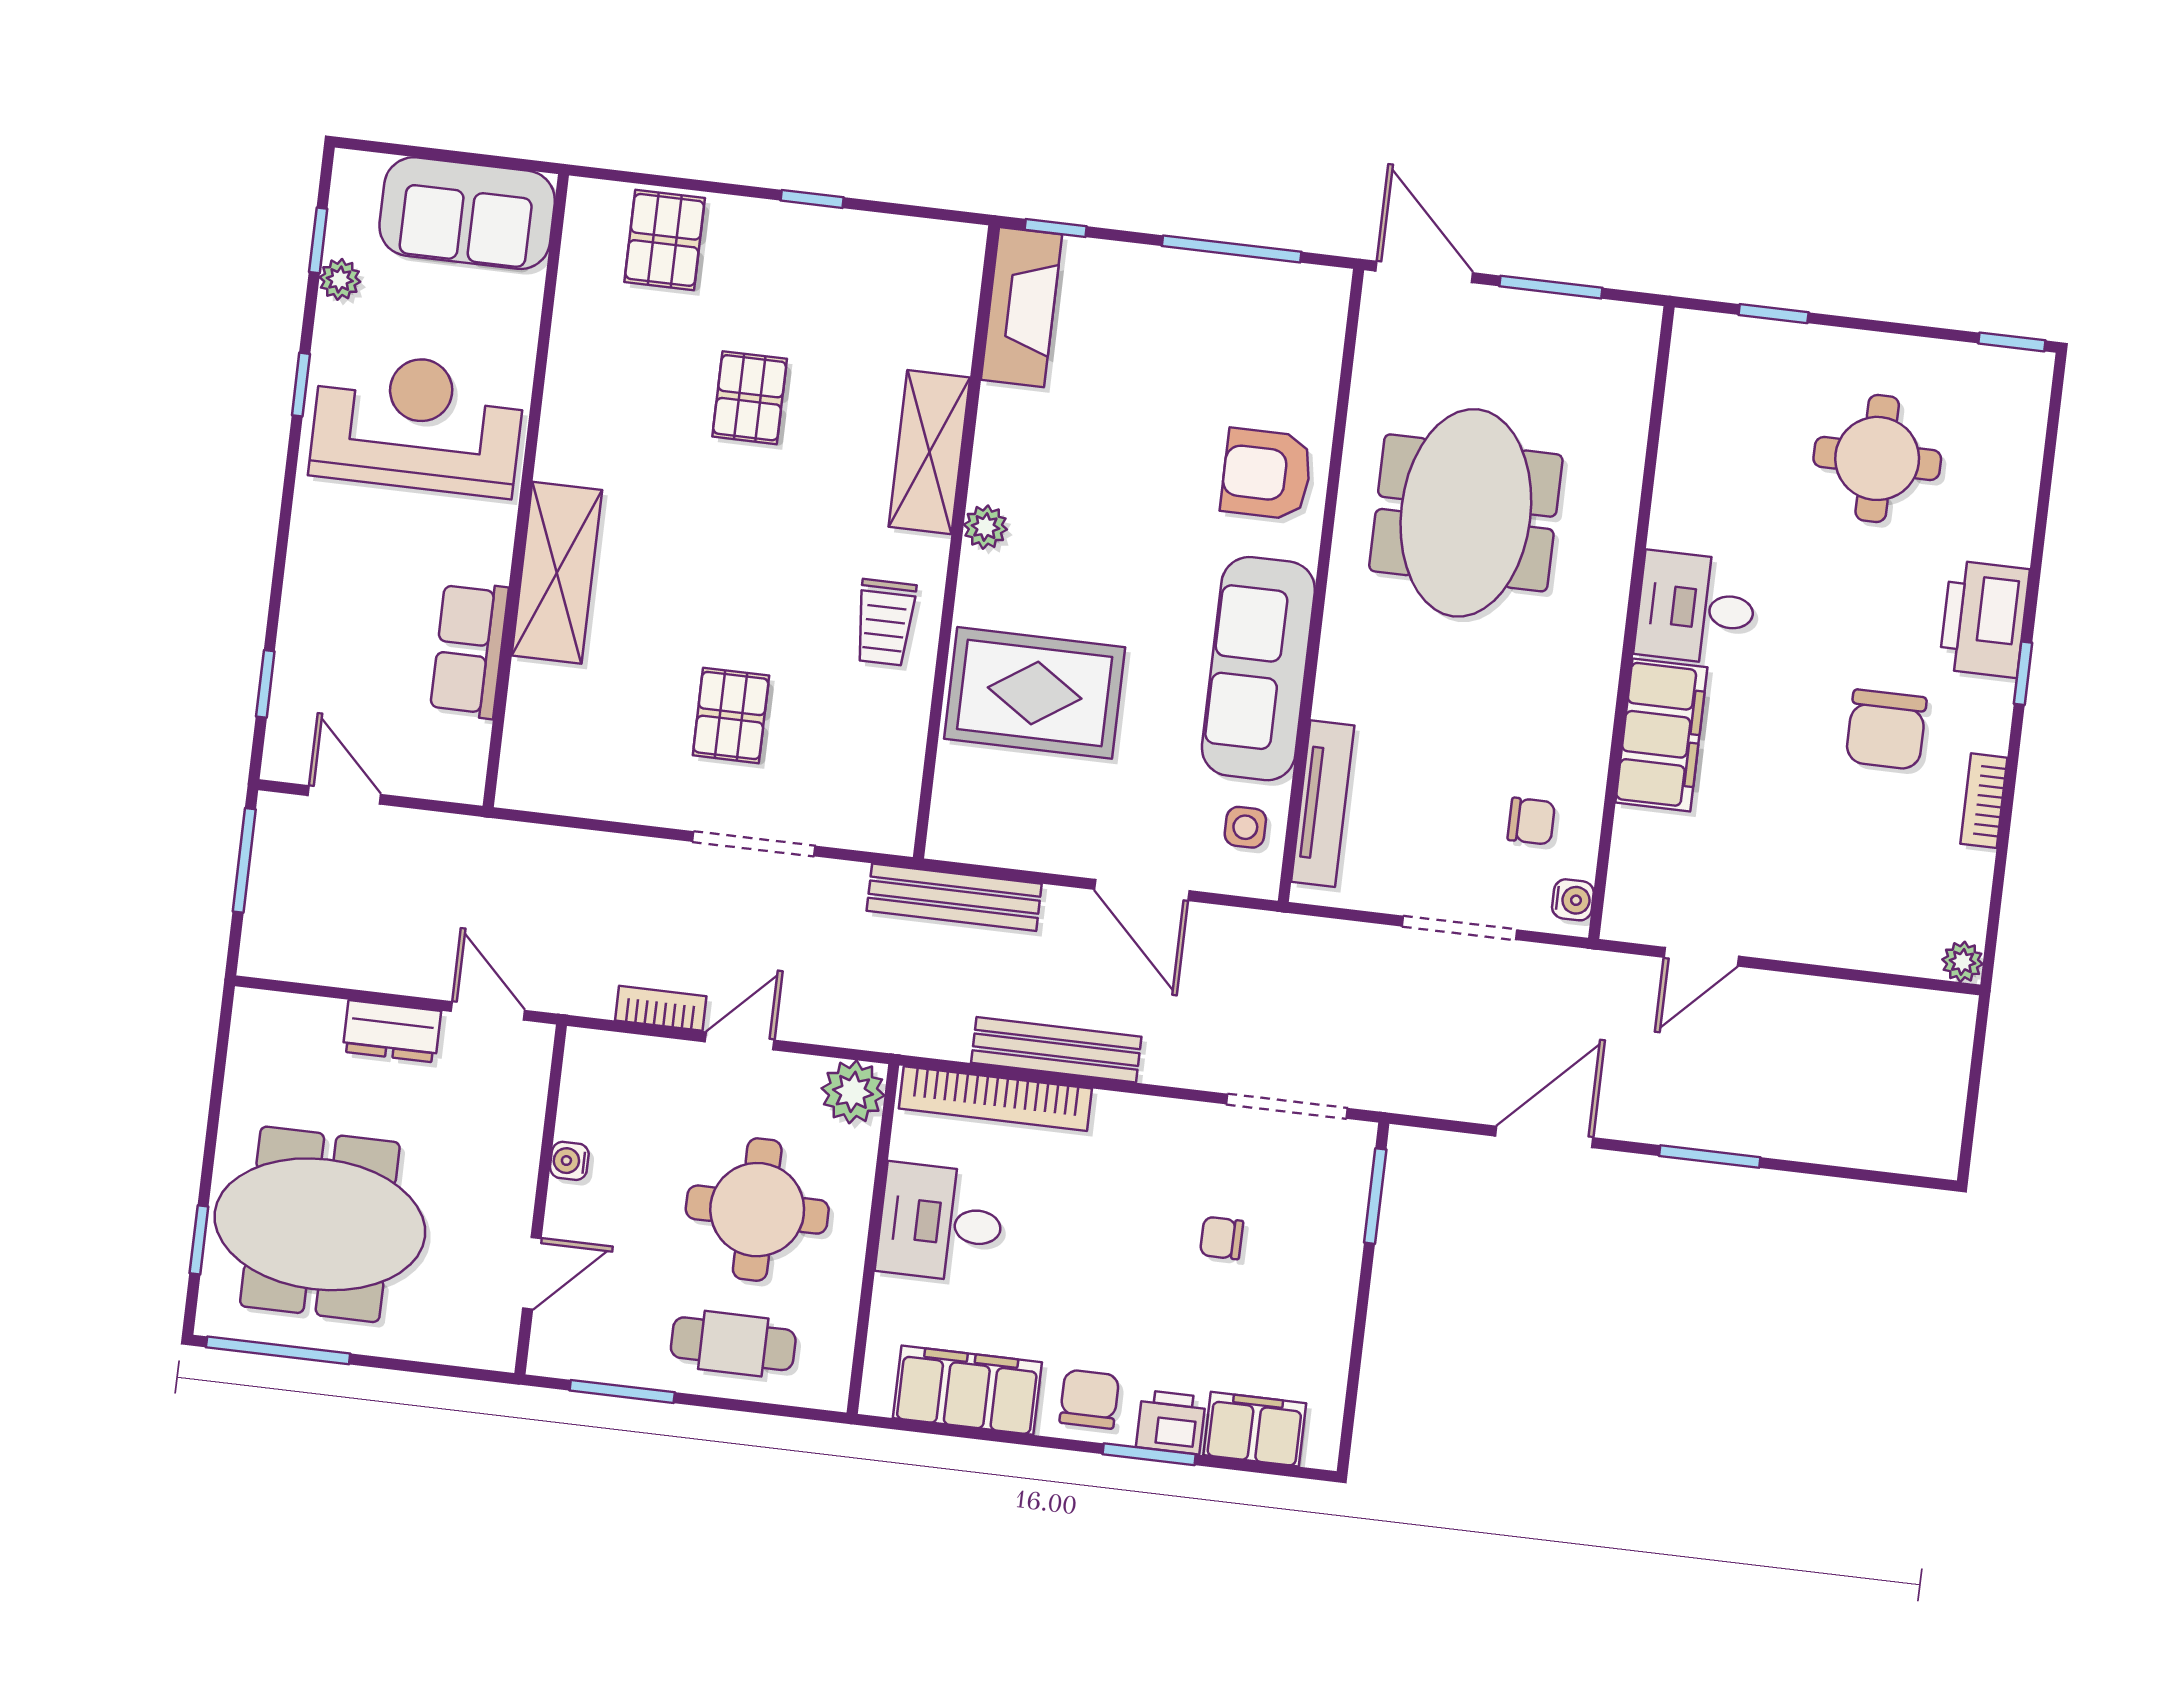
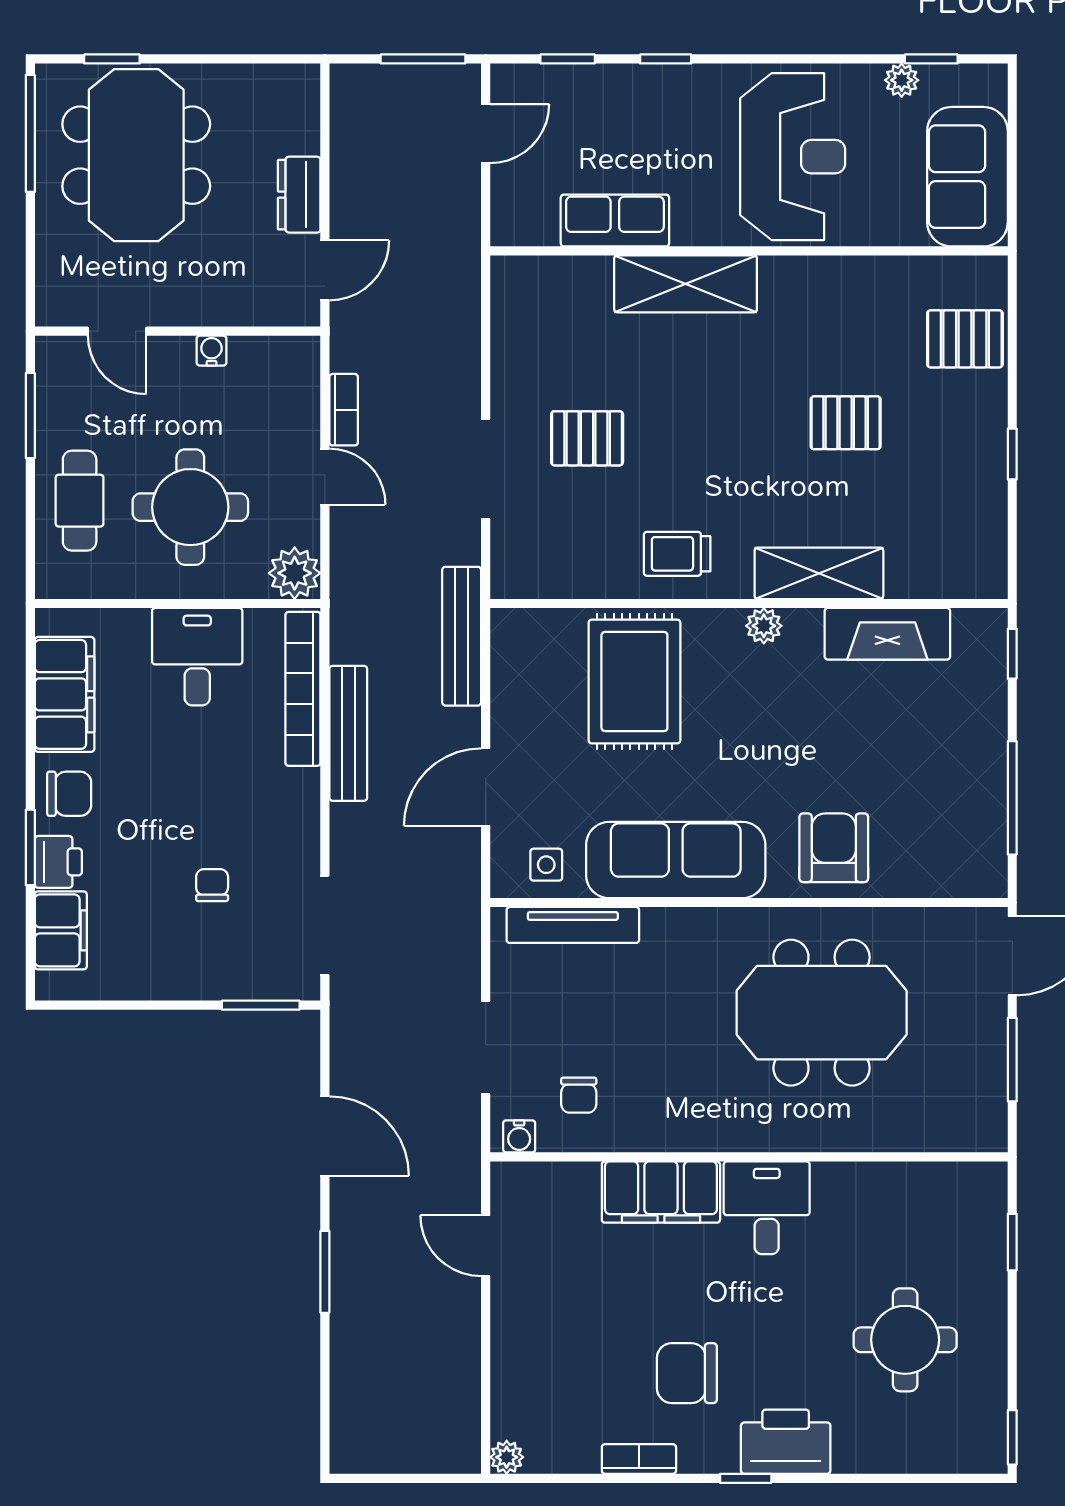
fireplace: (1022, 307) -> (887, 634), moved
window: (301, 385) -> (666, 59), moved

